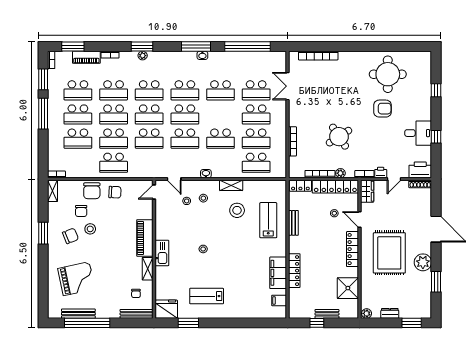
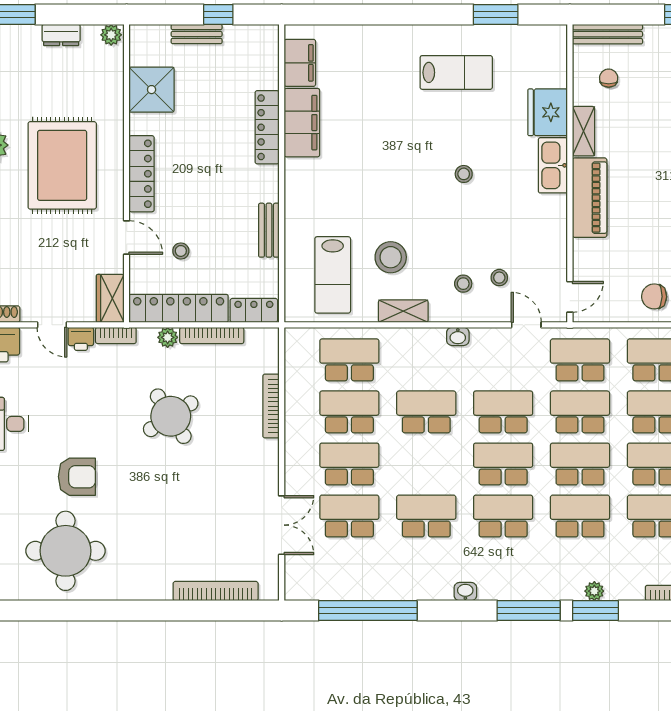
window: (196, 47) -> (529, 611), moved
armchair: (383, 109) -> (77, 477), turned 180
school desk: (149, 163) -> (580, 360), added
door: (394, 179) -> (52, 325), swing flipped
lab bench: (268, 220) -> (333, 275), moved
filing cabinet: (279, 300) -> (300, 63), width x2.00
fridge: (166, 309) -> (548, 112), moved, turned 90

